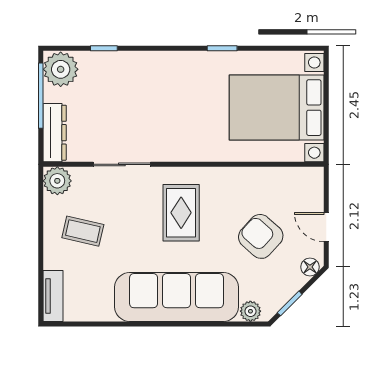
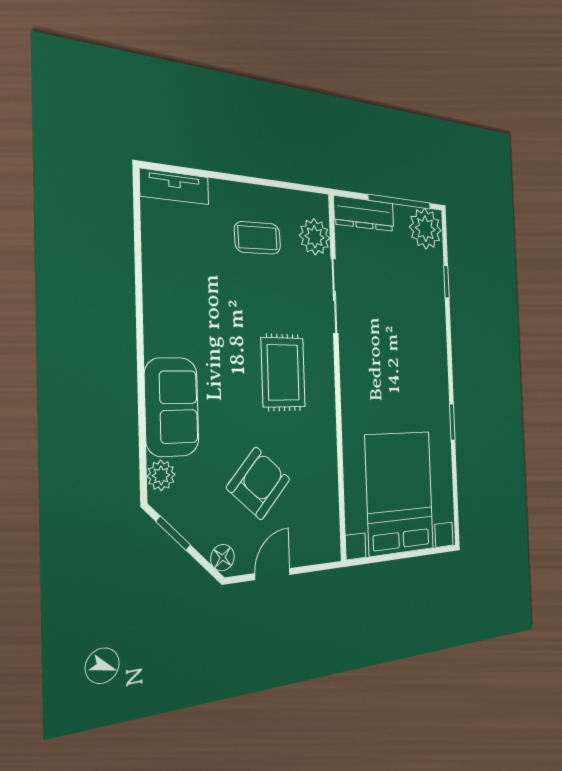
plant: (57, 181) -> (315, 237), moved
rug: (181, 213) -> (283, 372), turned 90
coffee table: (83, 231) -> (258, 238), turned 75
sofa: (176, 297) -> (172, 407), width x0.54, depth x0.79

